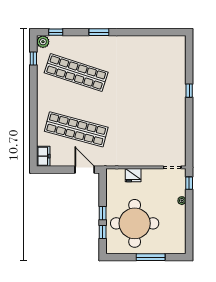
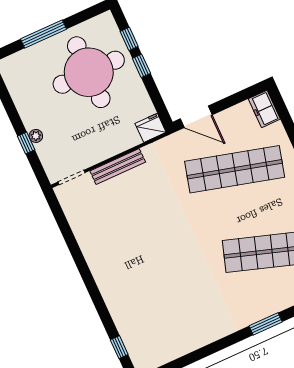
window: (189, 91) -> (119, 347), moved
bench: (143, 162) -> (118, 166), added
fridge: (133, 175) -> (151, 128), moved
window: (189, 183) -> (26, 143), moved

